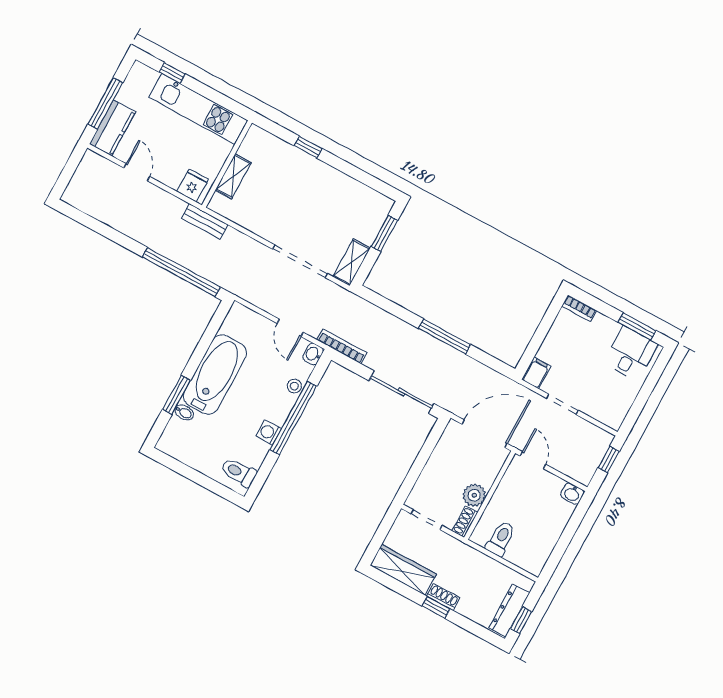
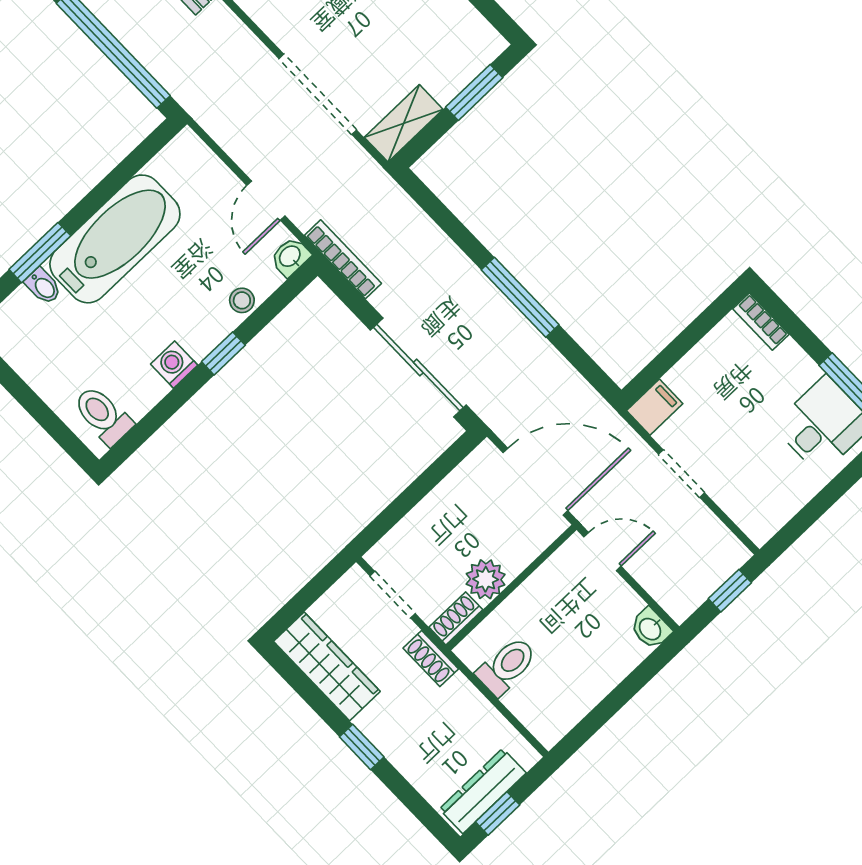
window: (293, 418) -> (223, 353), width x0.32
door: (533, 460) -> (602, 552), hinge flipped
shoe rack: (443, 597) -> (431, 659), moved, turned 180

